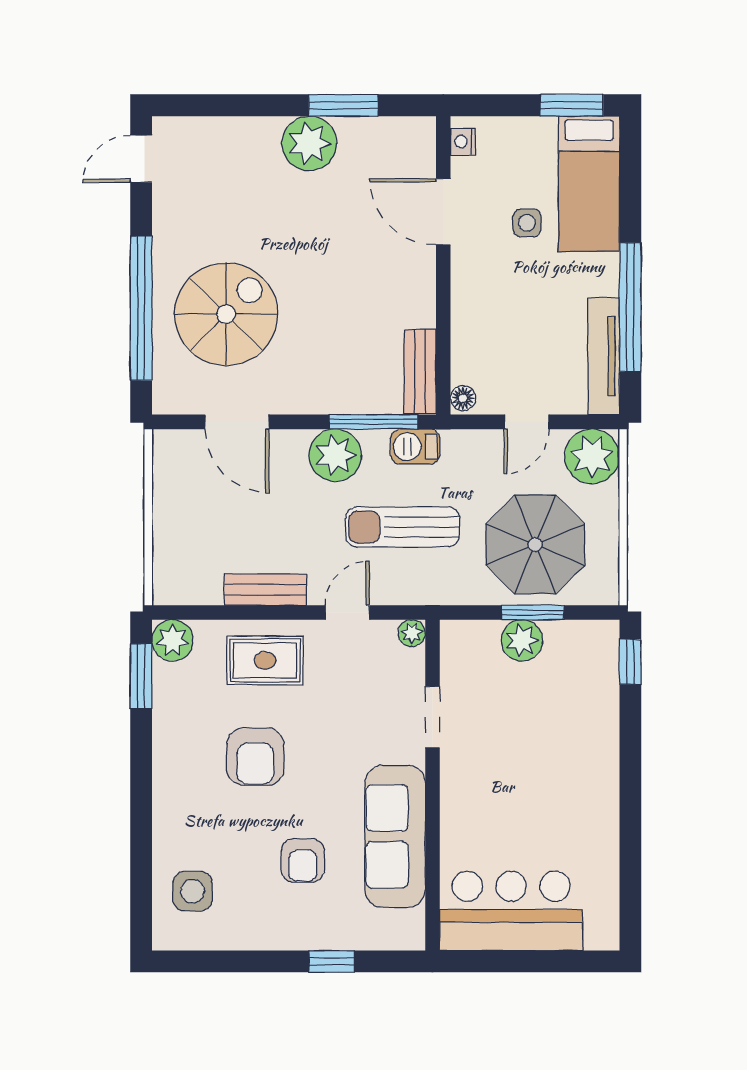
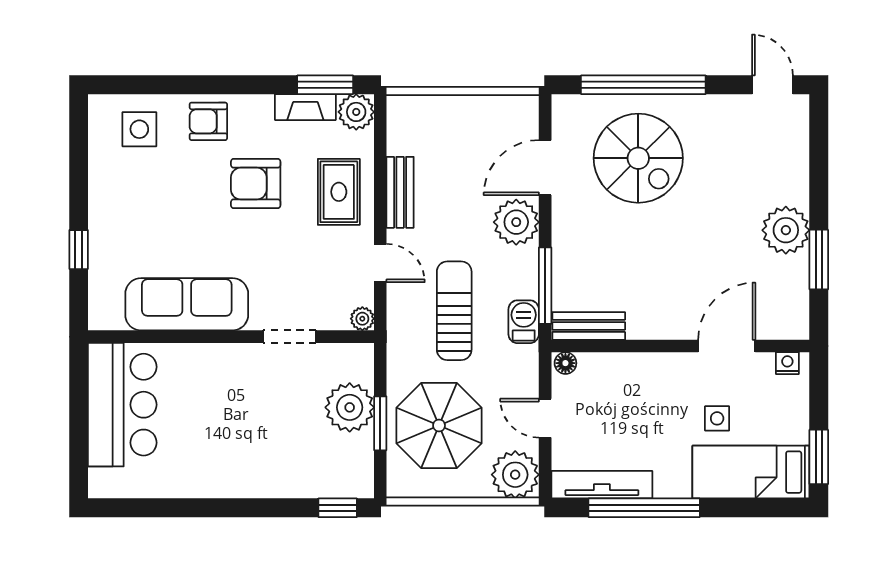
plant: (335, 455) -> (516, 222), moved
plant: (522, 640) -> (350, 407), width x1.36, depth x1.36
fireplace: (167, 699) -> (305, 107), added
armchair: (303, 860) -> (208, 121), moved

